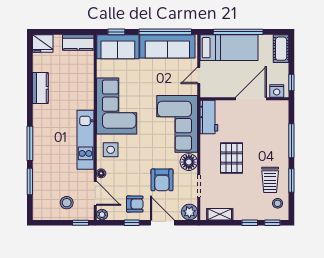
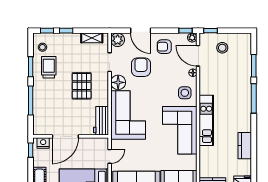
kitchen unit: (85, 140) -> (206, 120), moved
window: (132, 223) -> (185, 31), moved

